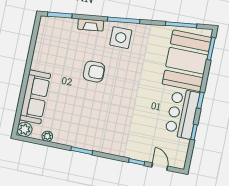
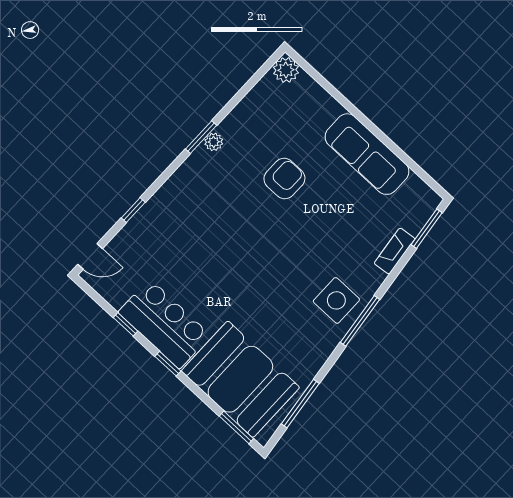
fireplace: (91, 25) -> (395, 251), moved
armchair: (94, 72) -> (284, 179), moved, turned 180
sofa: (35, 97) -> (367, 154), moved
plant: (47, 136) -> (214, 142), moved
door: (160, 167) -> (90, 256), moved

